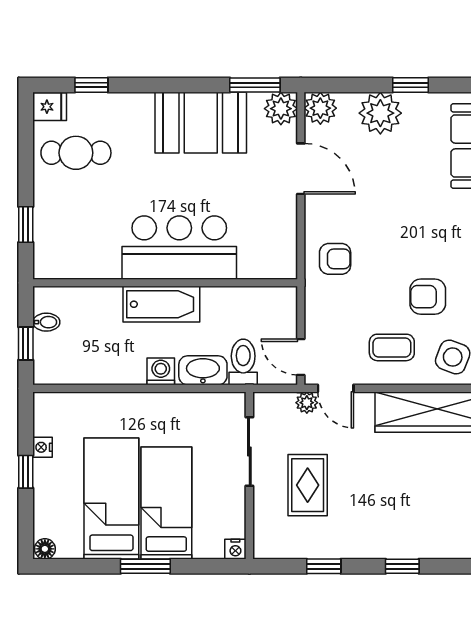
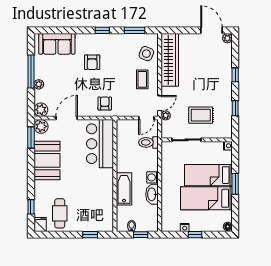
window: (410, 85) -> (31, 72), width x2.17
plant: (380, 113) -> (39, 84), width x0.53, depth x0.53
bar counter: (179, 248) -> (100, 144), moved
armchair: (428, 297) -> (92, 62), moved
bathtub: (161, 304) -> (124, 189), moved
washbasin: (203, 370) -> (152, 194), moved

